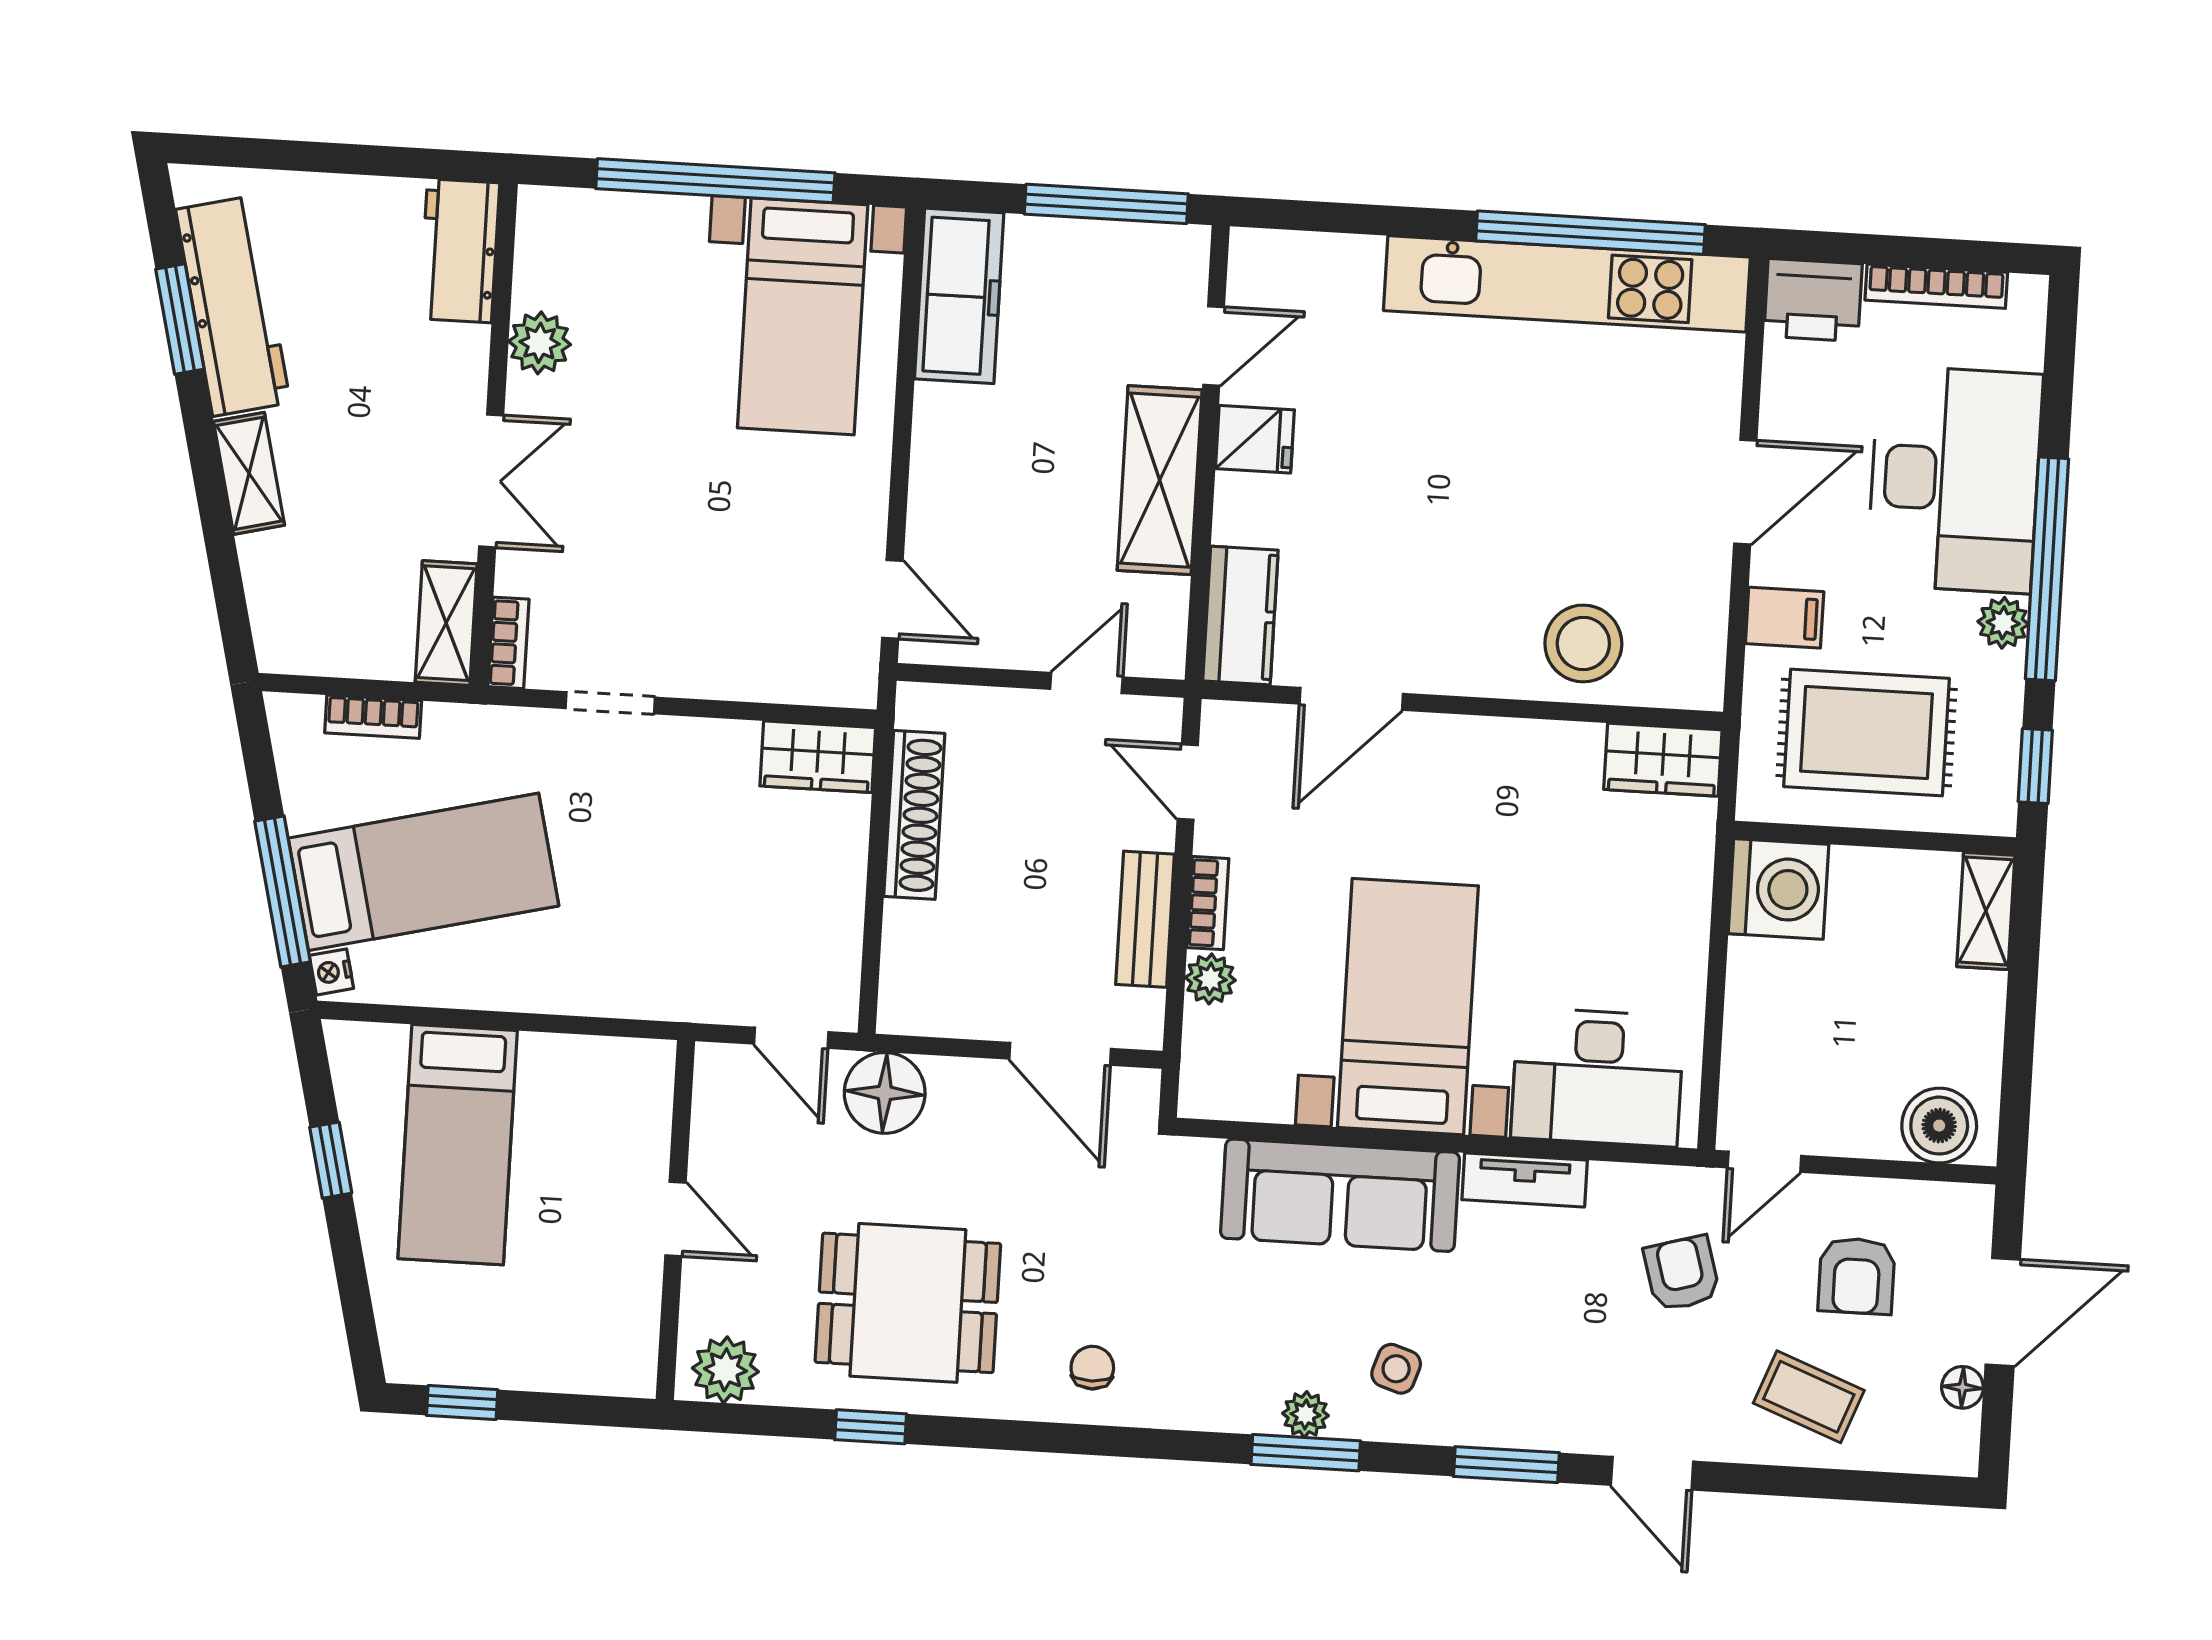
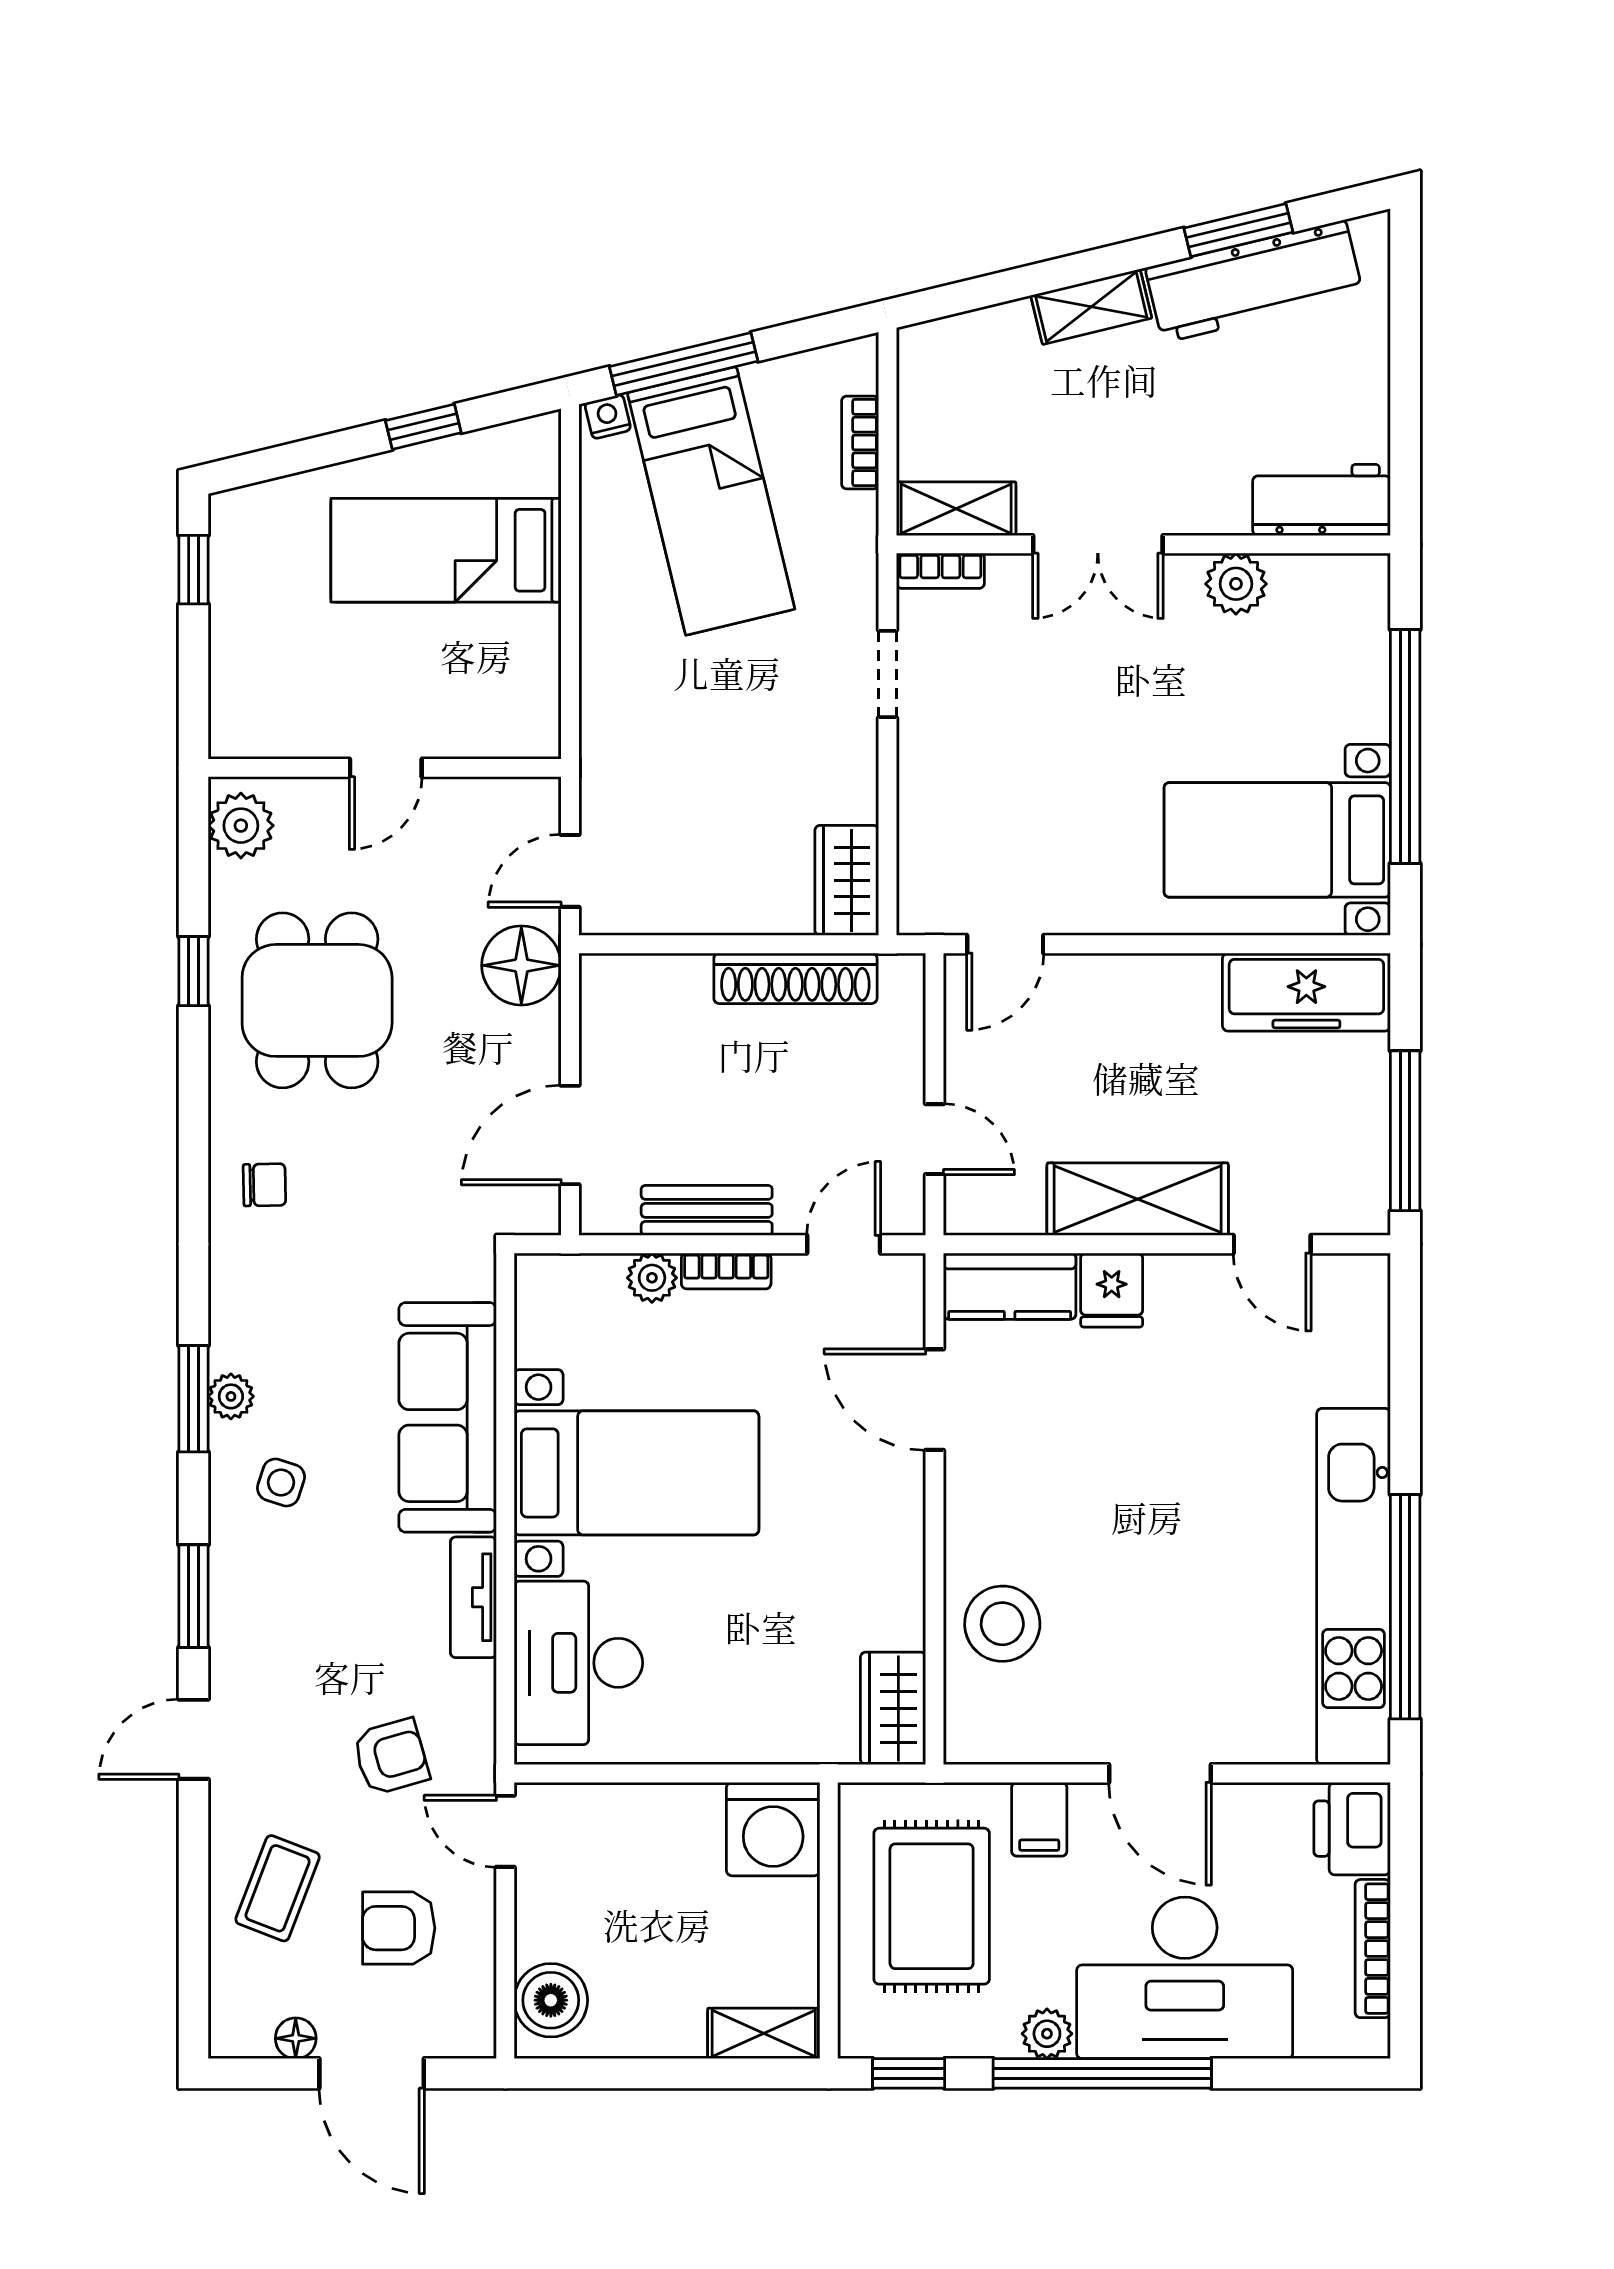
fridge: (1255, 439) -> (1112, 1290), moved

